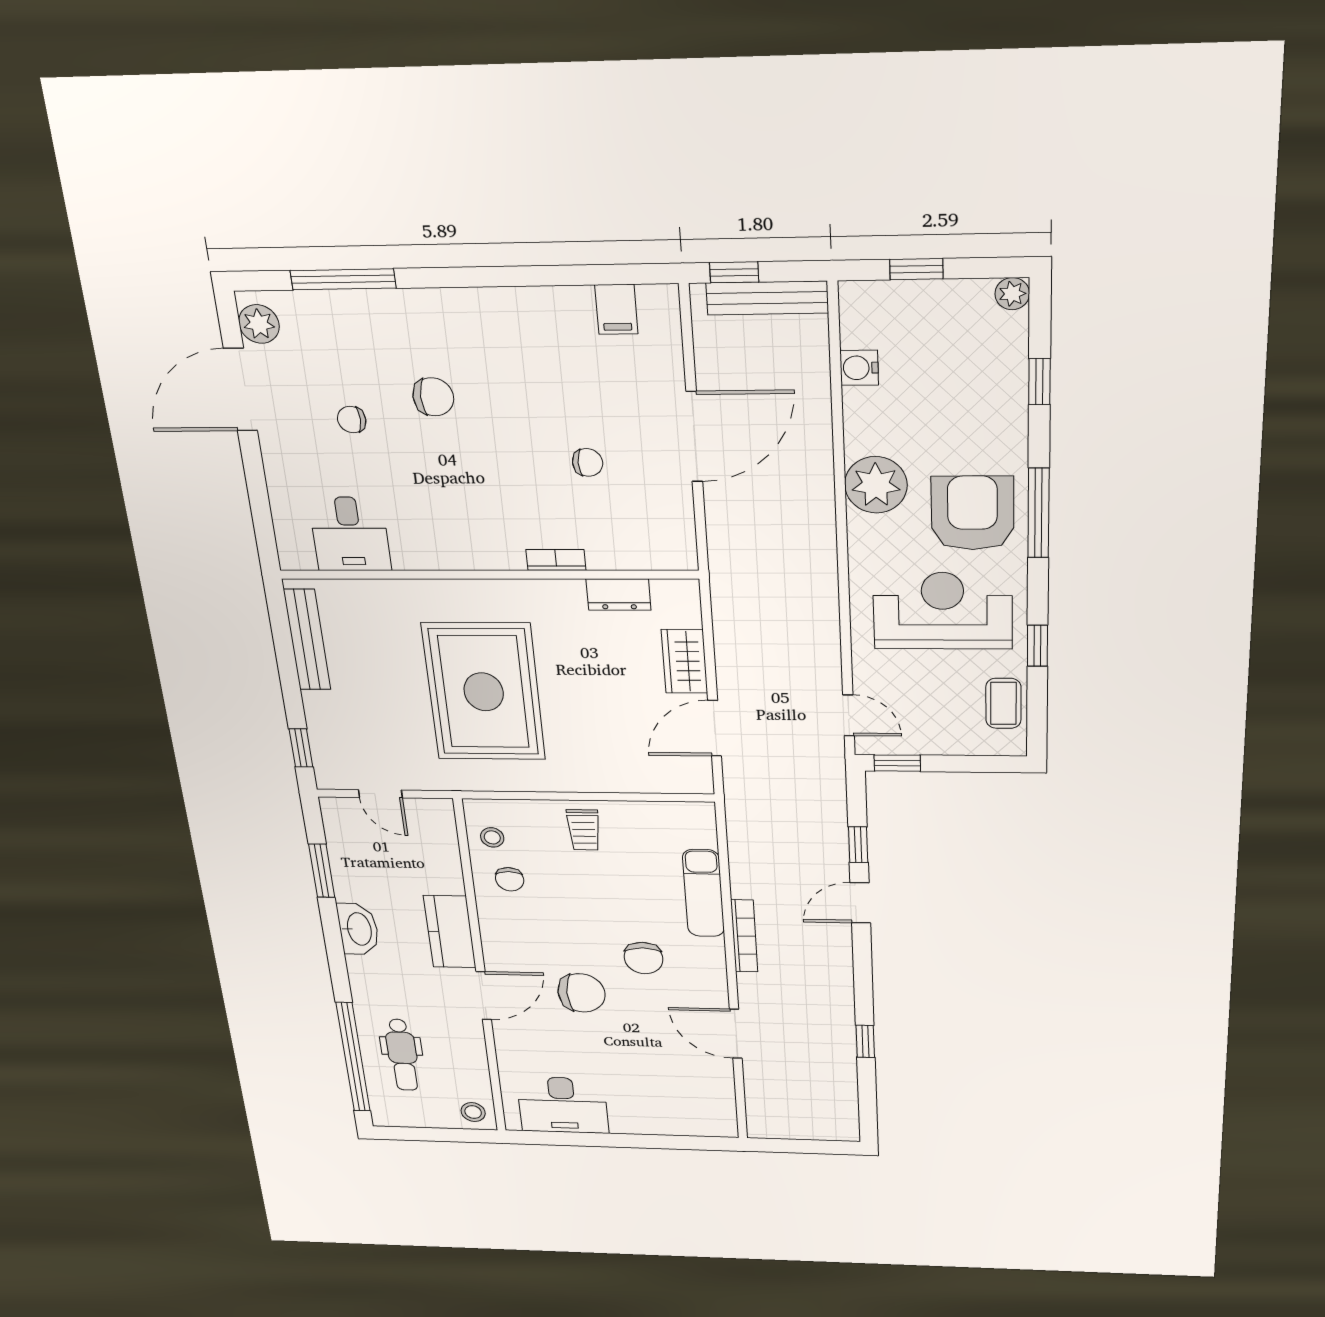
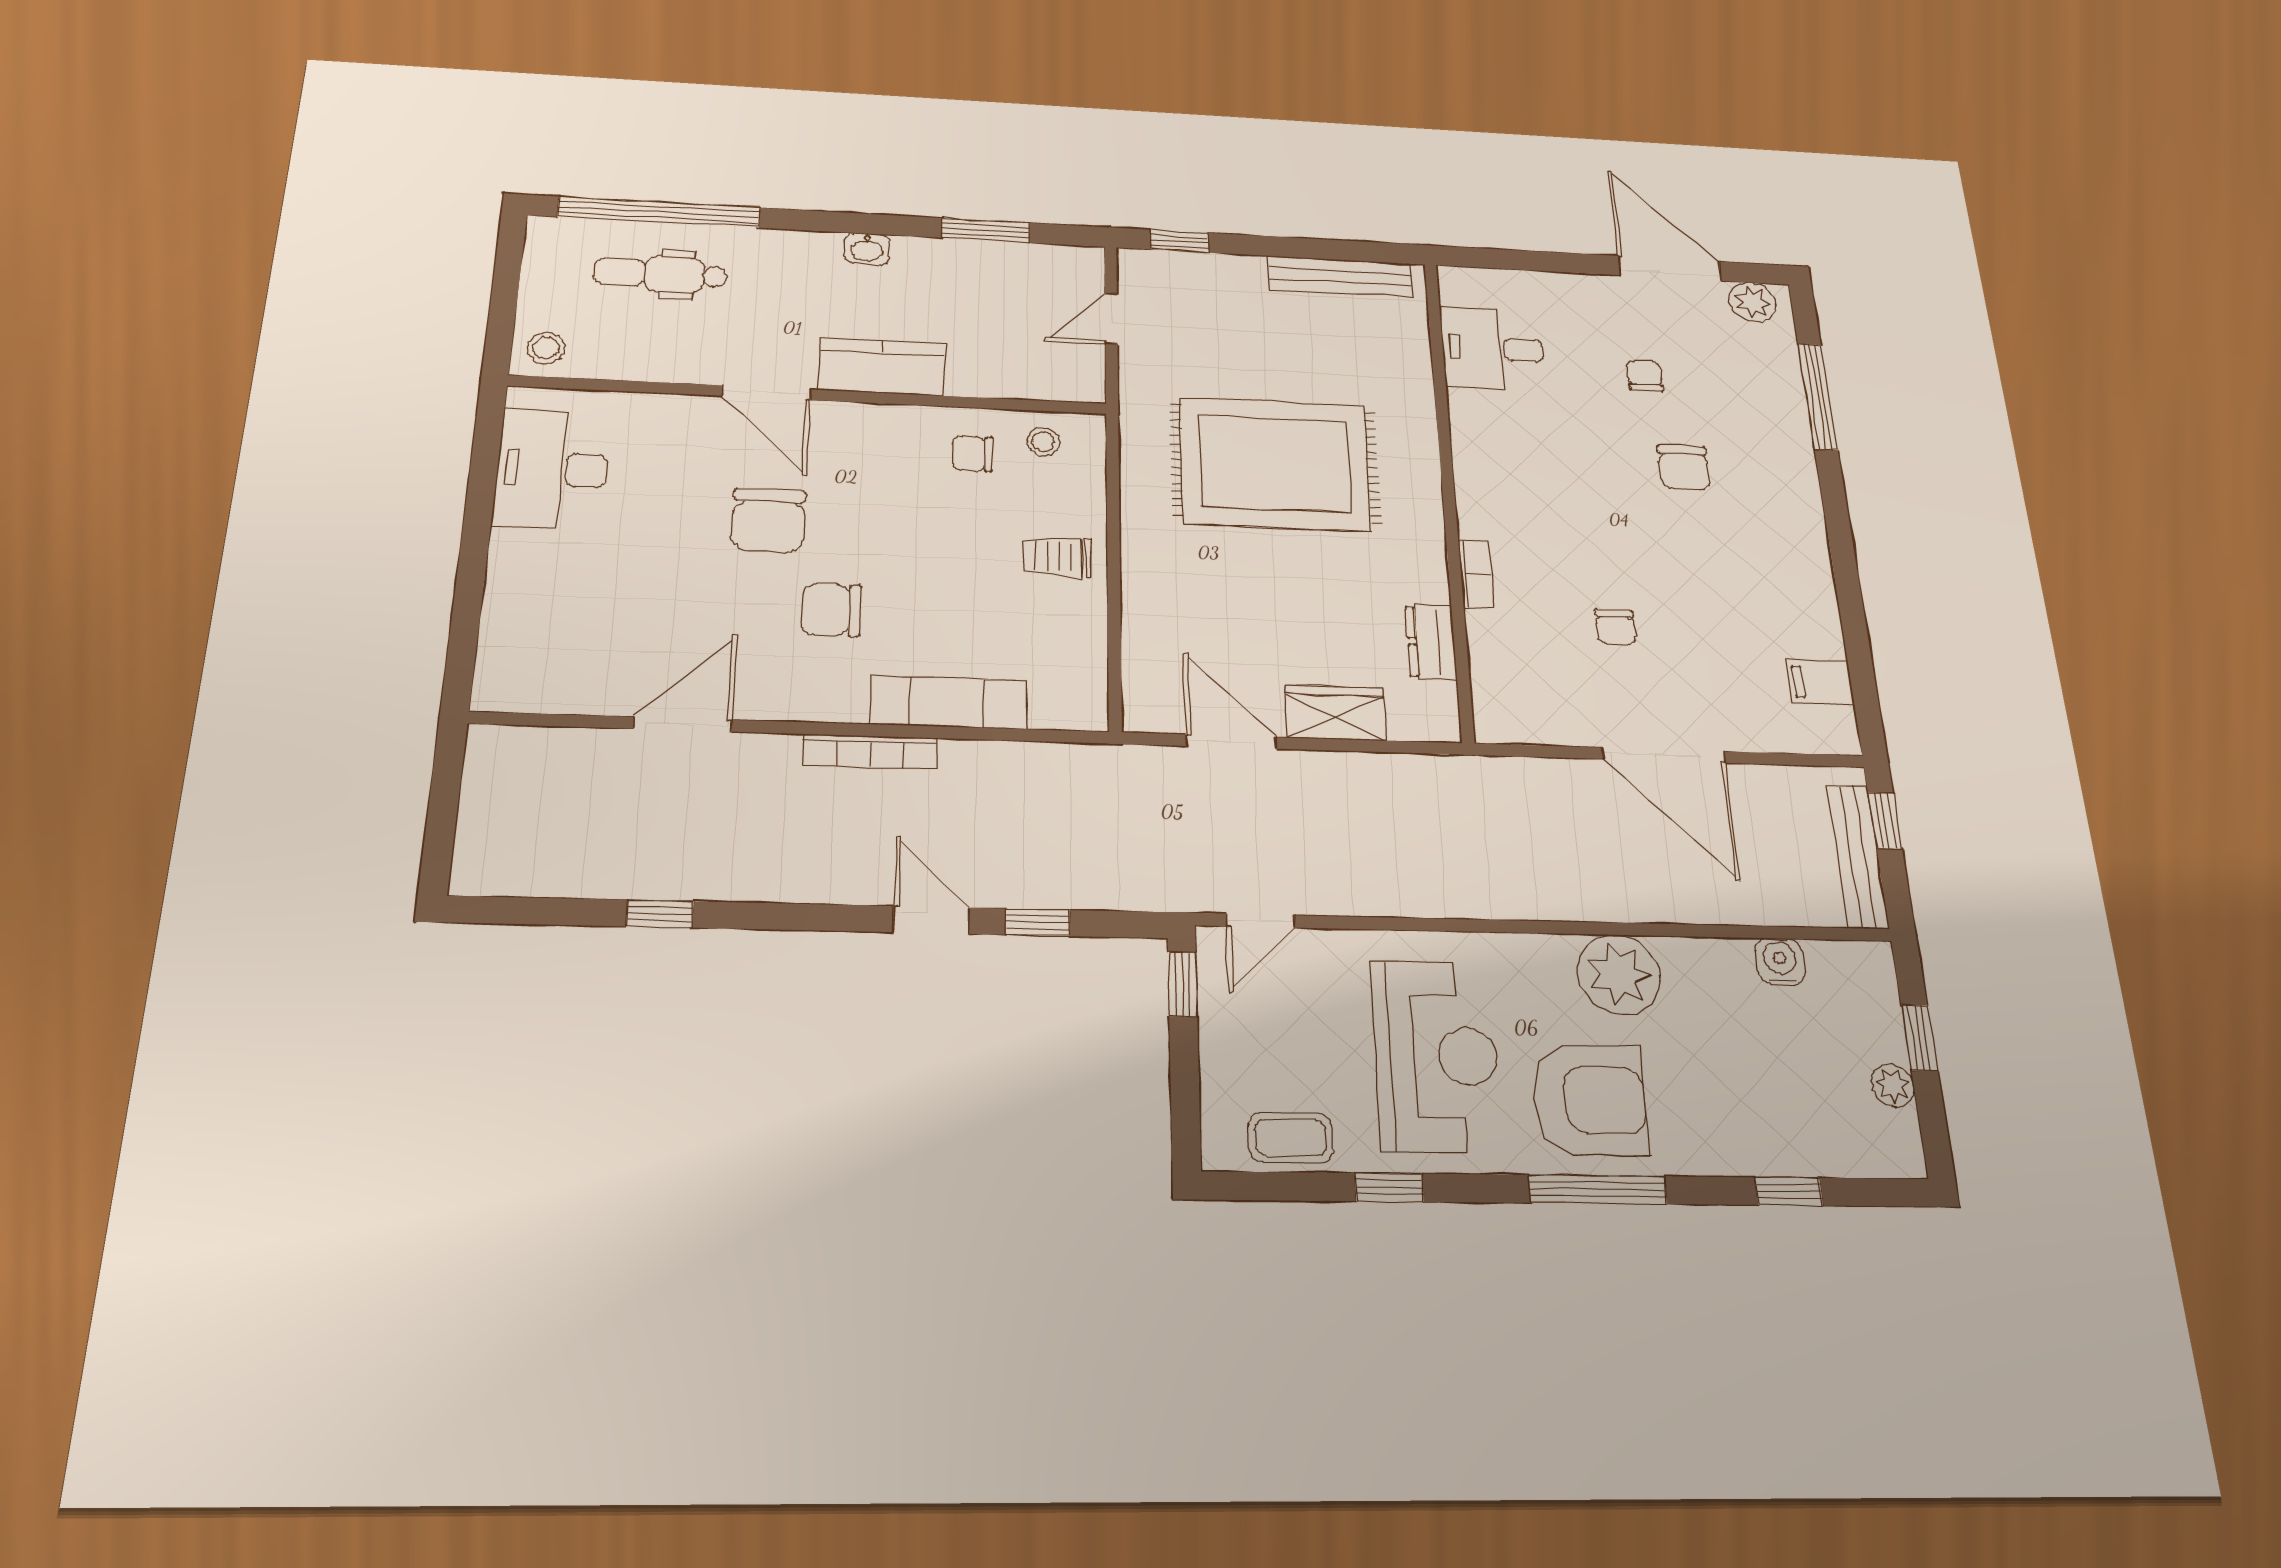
plant: (1012, 294) -> (1893, 1086), moved
washbasin: (358, 929) -> (867, 249), width x0.52, depth x0.69

